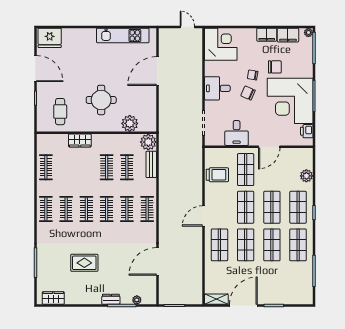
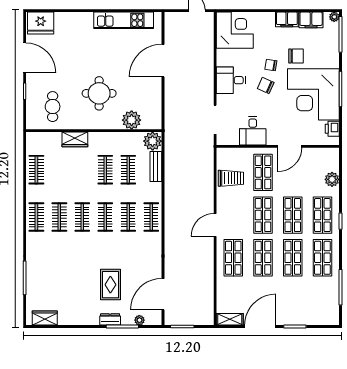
door: (157, 261) -> (163, 294), moved
rug: (84, 263) -> (110, 285), moved, turned 90

